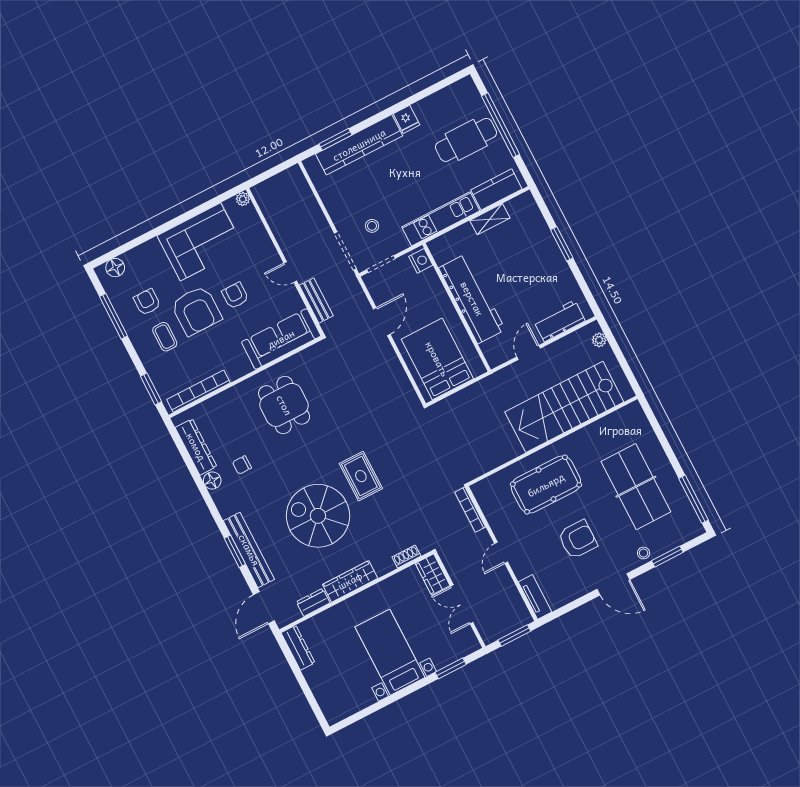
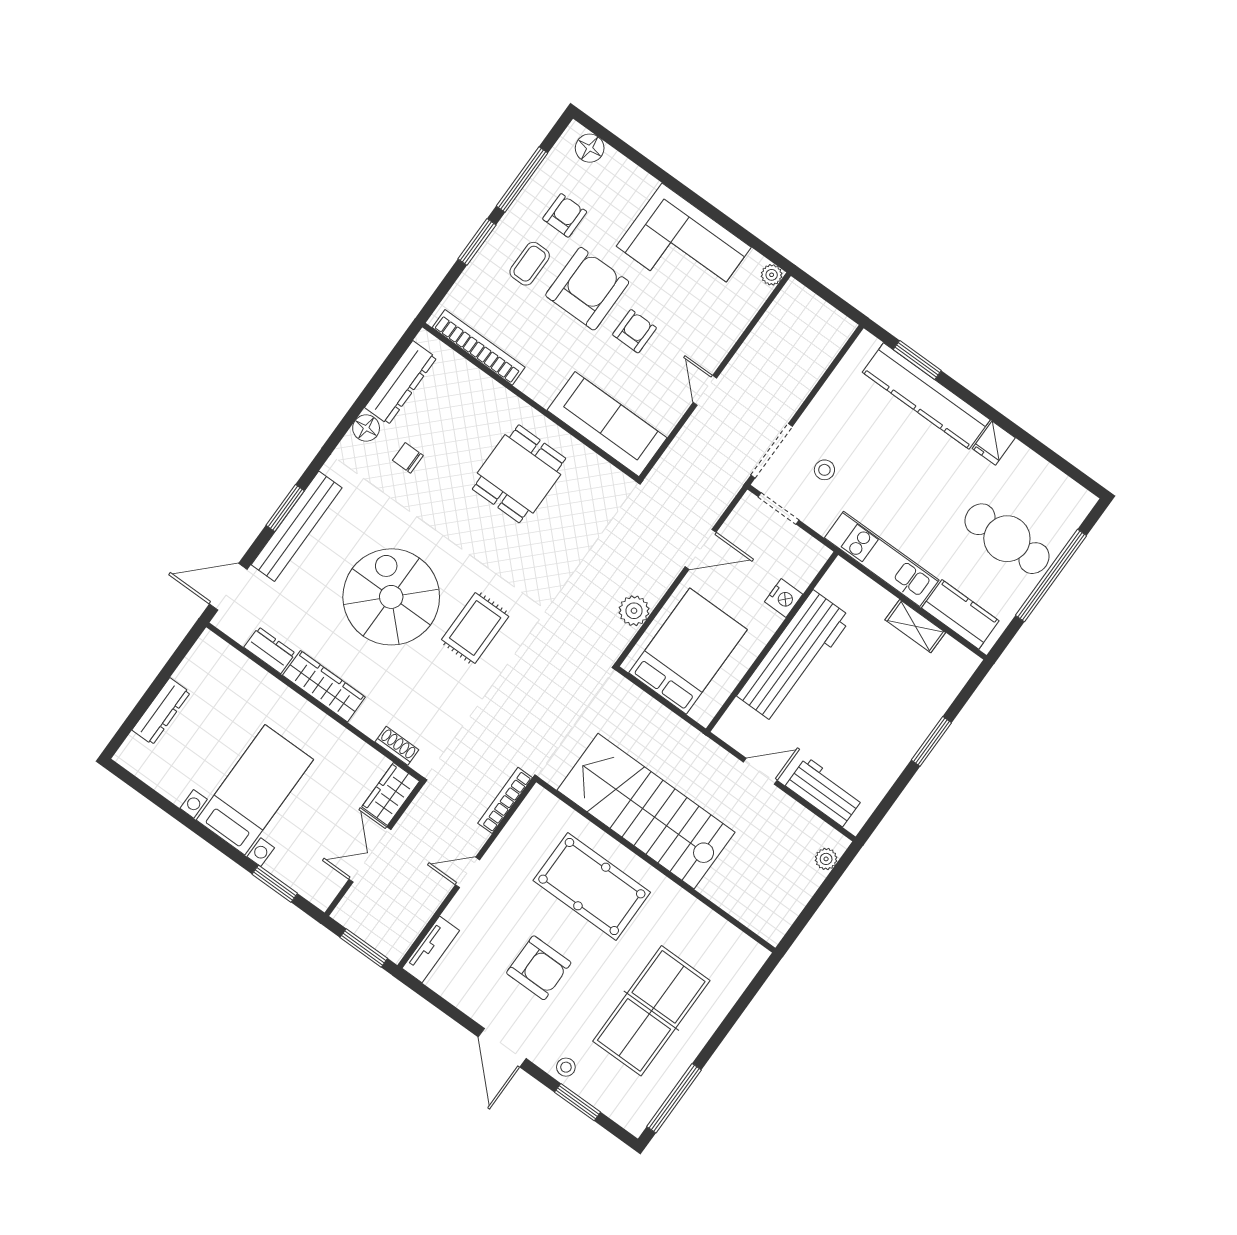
nightstand: (421, 261) -> (784, 598), moved
bench: (316, 300) -> (684, 445), removed
armchair: (196, 311) -> (587, 289), turned 180
plant: (398, 378) -> (634, 611), added
window: (151, 389) -> (477, 242), moved
stairs: (564, 407) -> (646, 811), moved
dresser: (298, 648) -> (161, 711), moved

